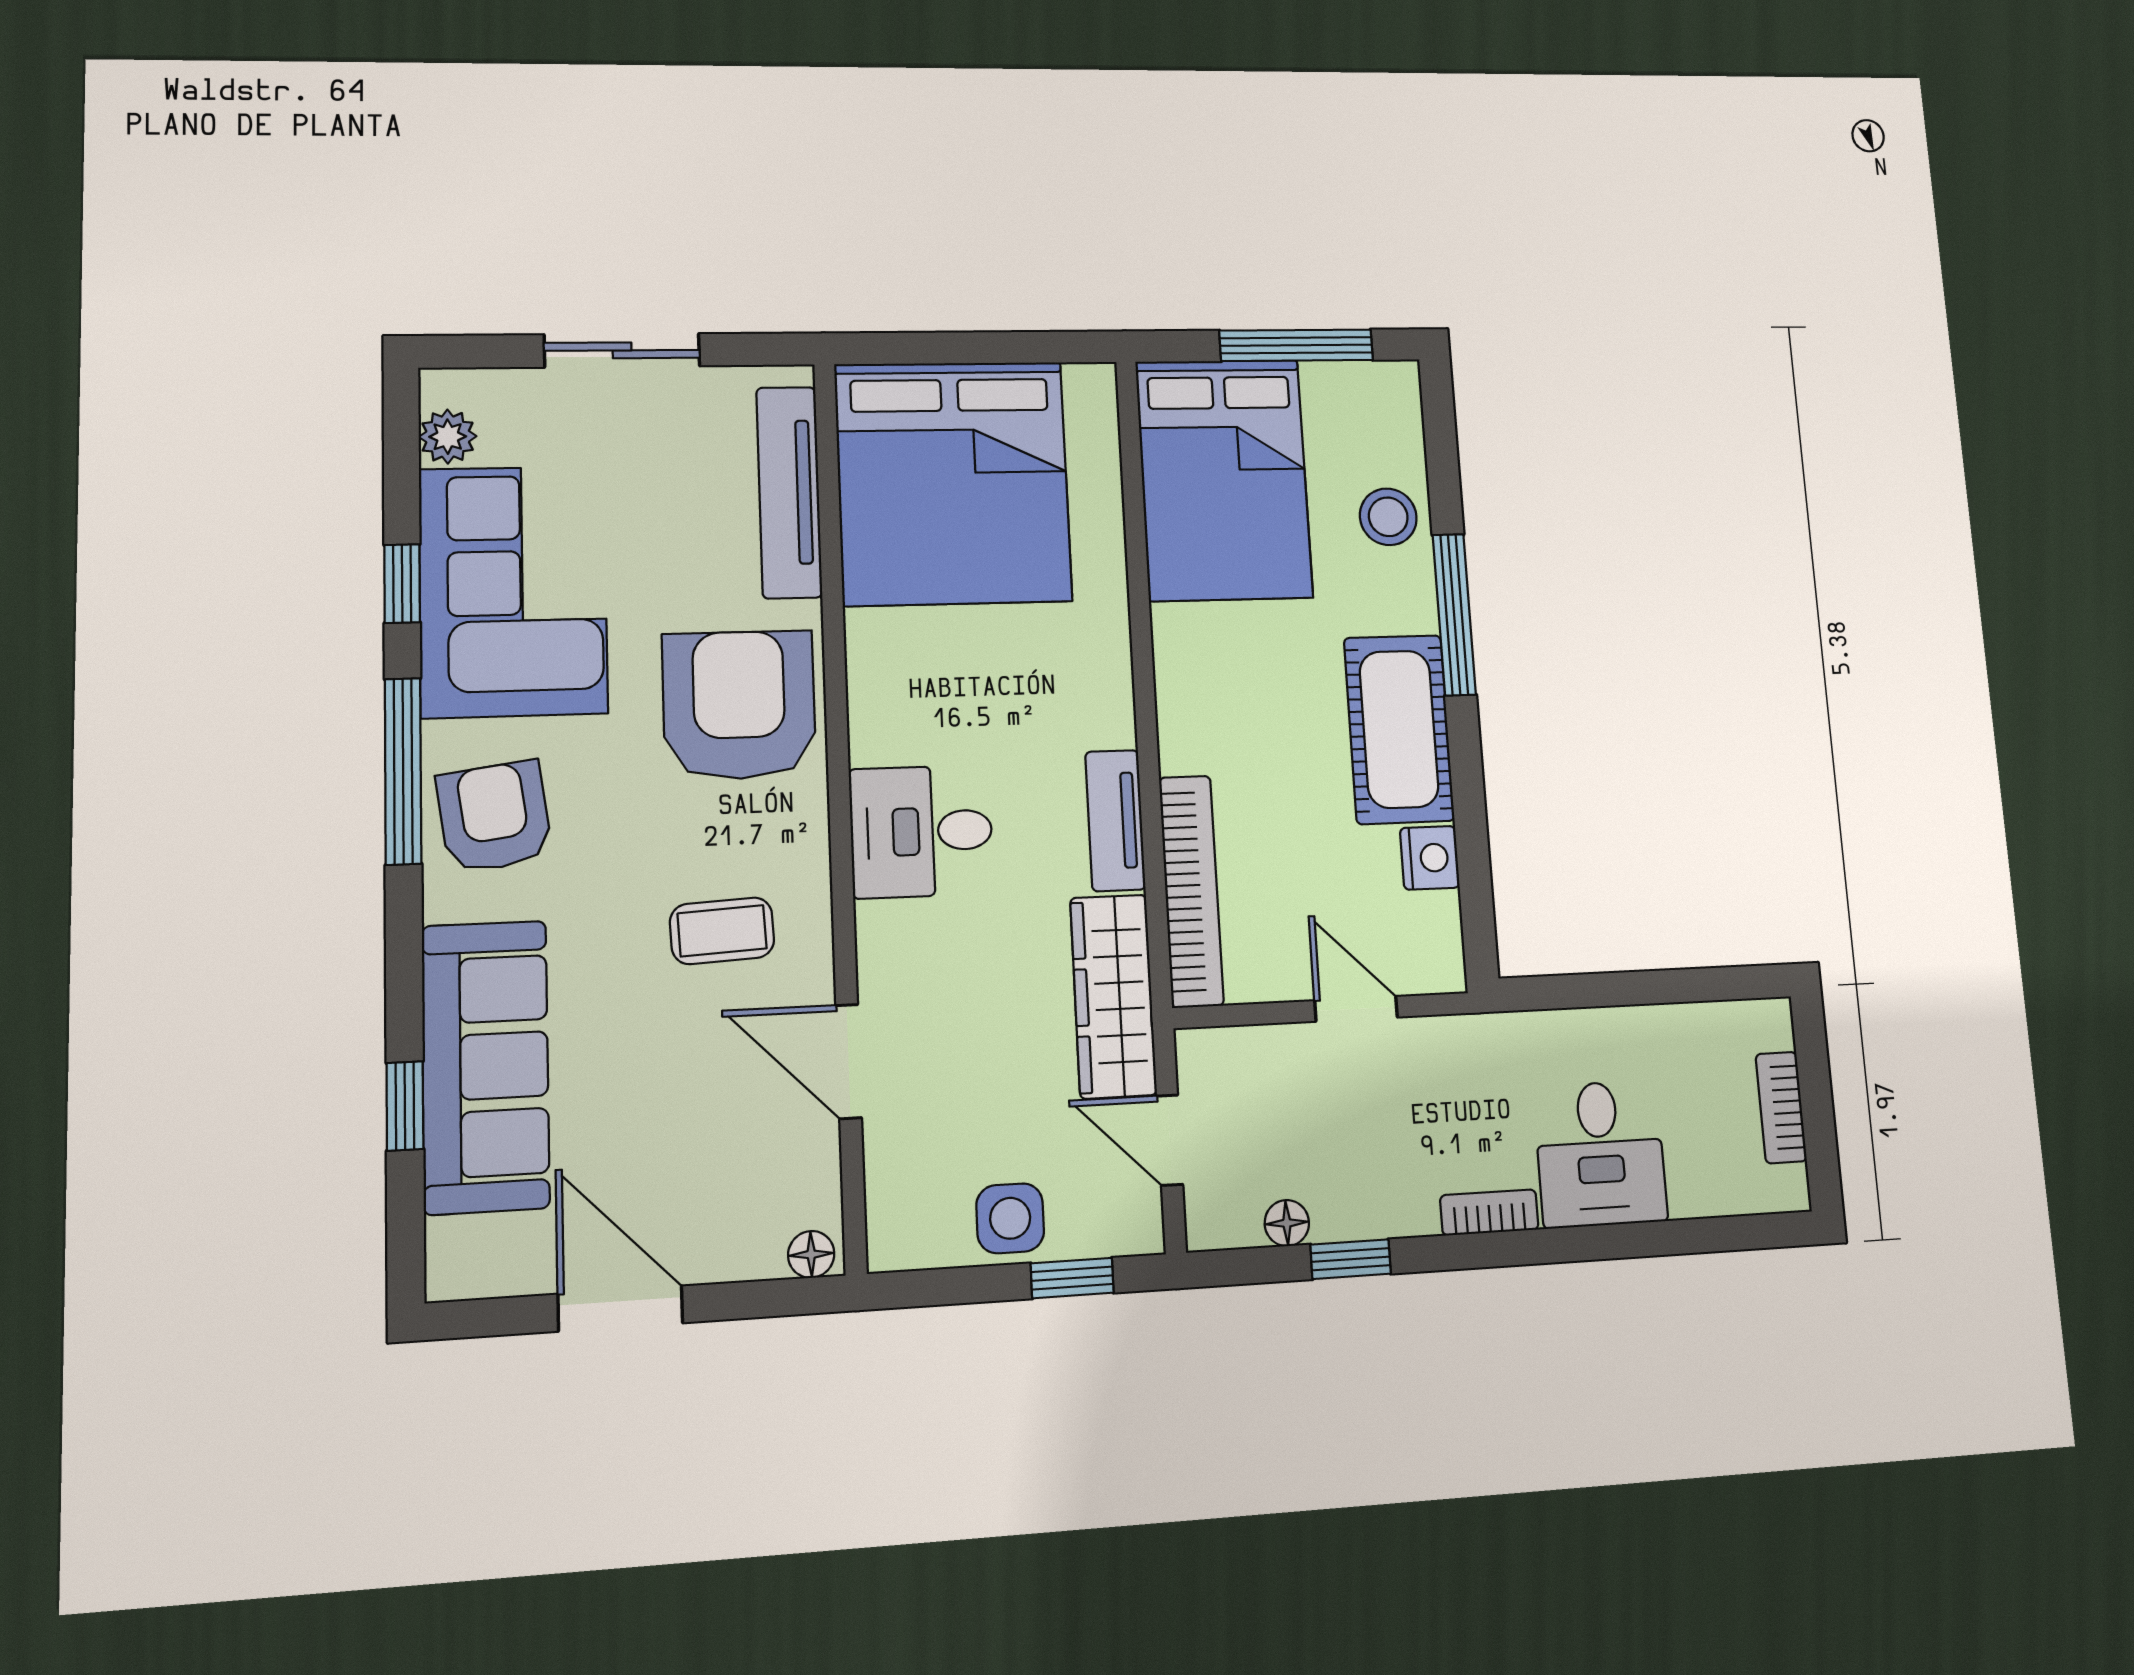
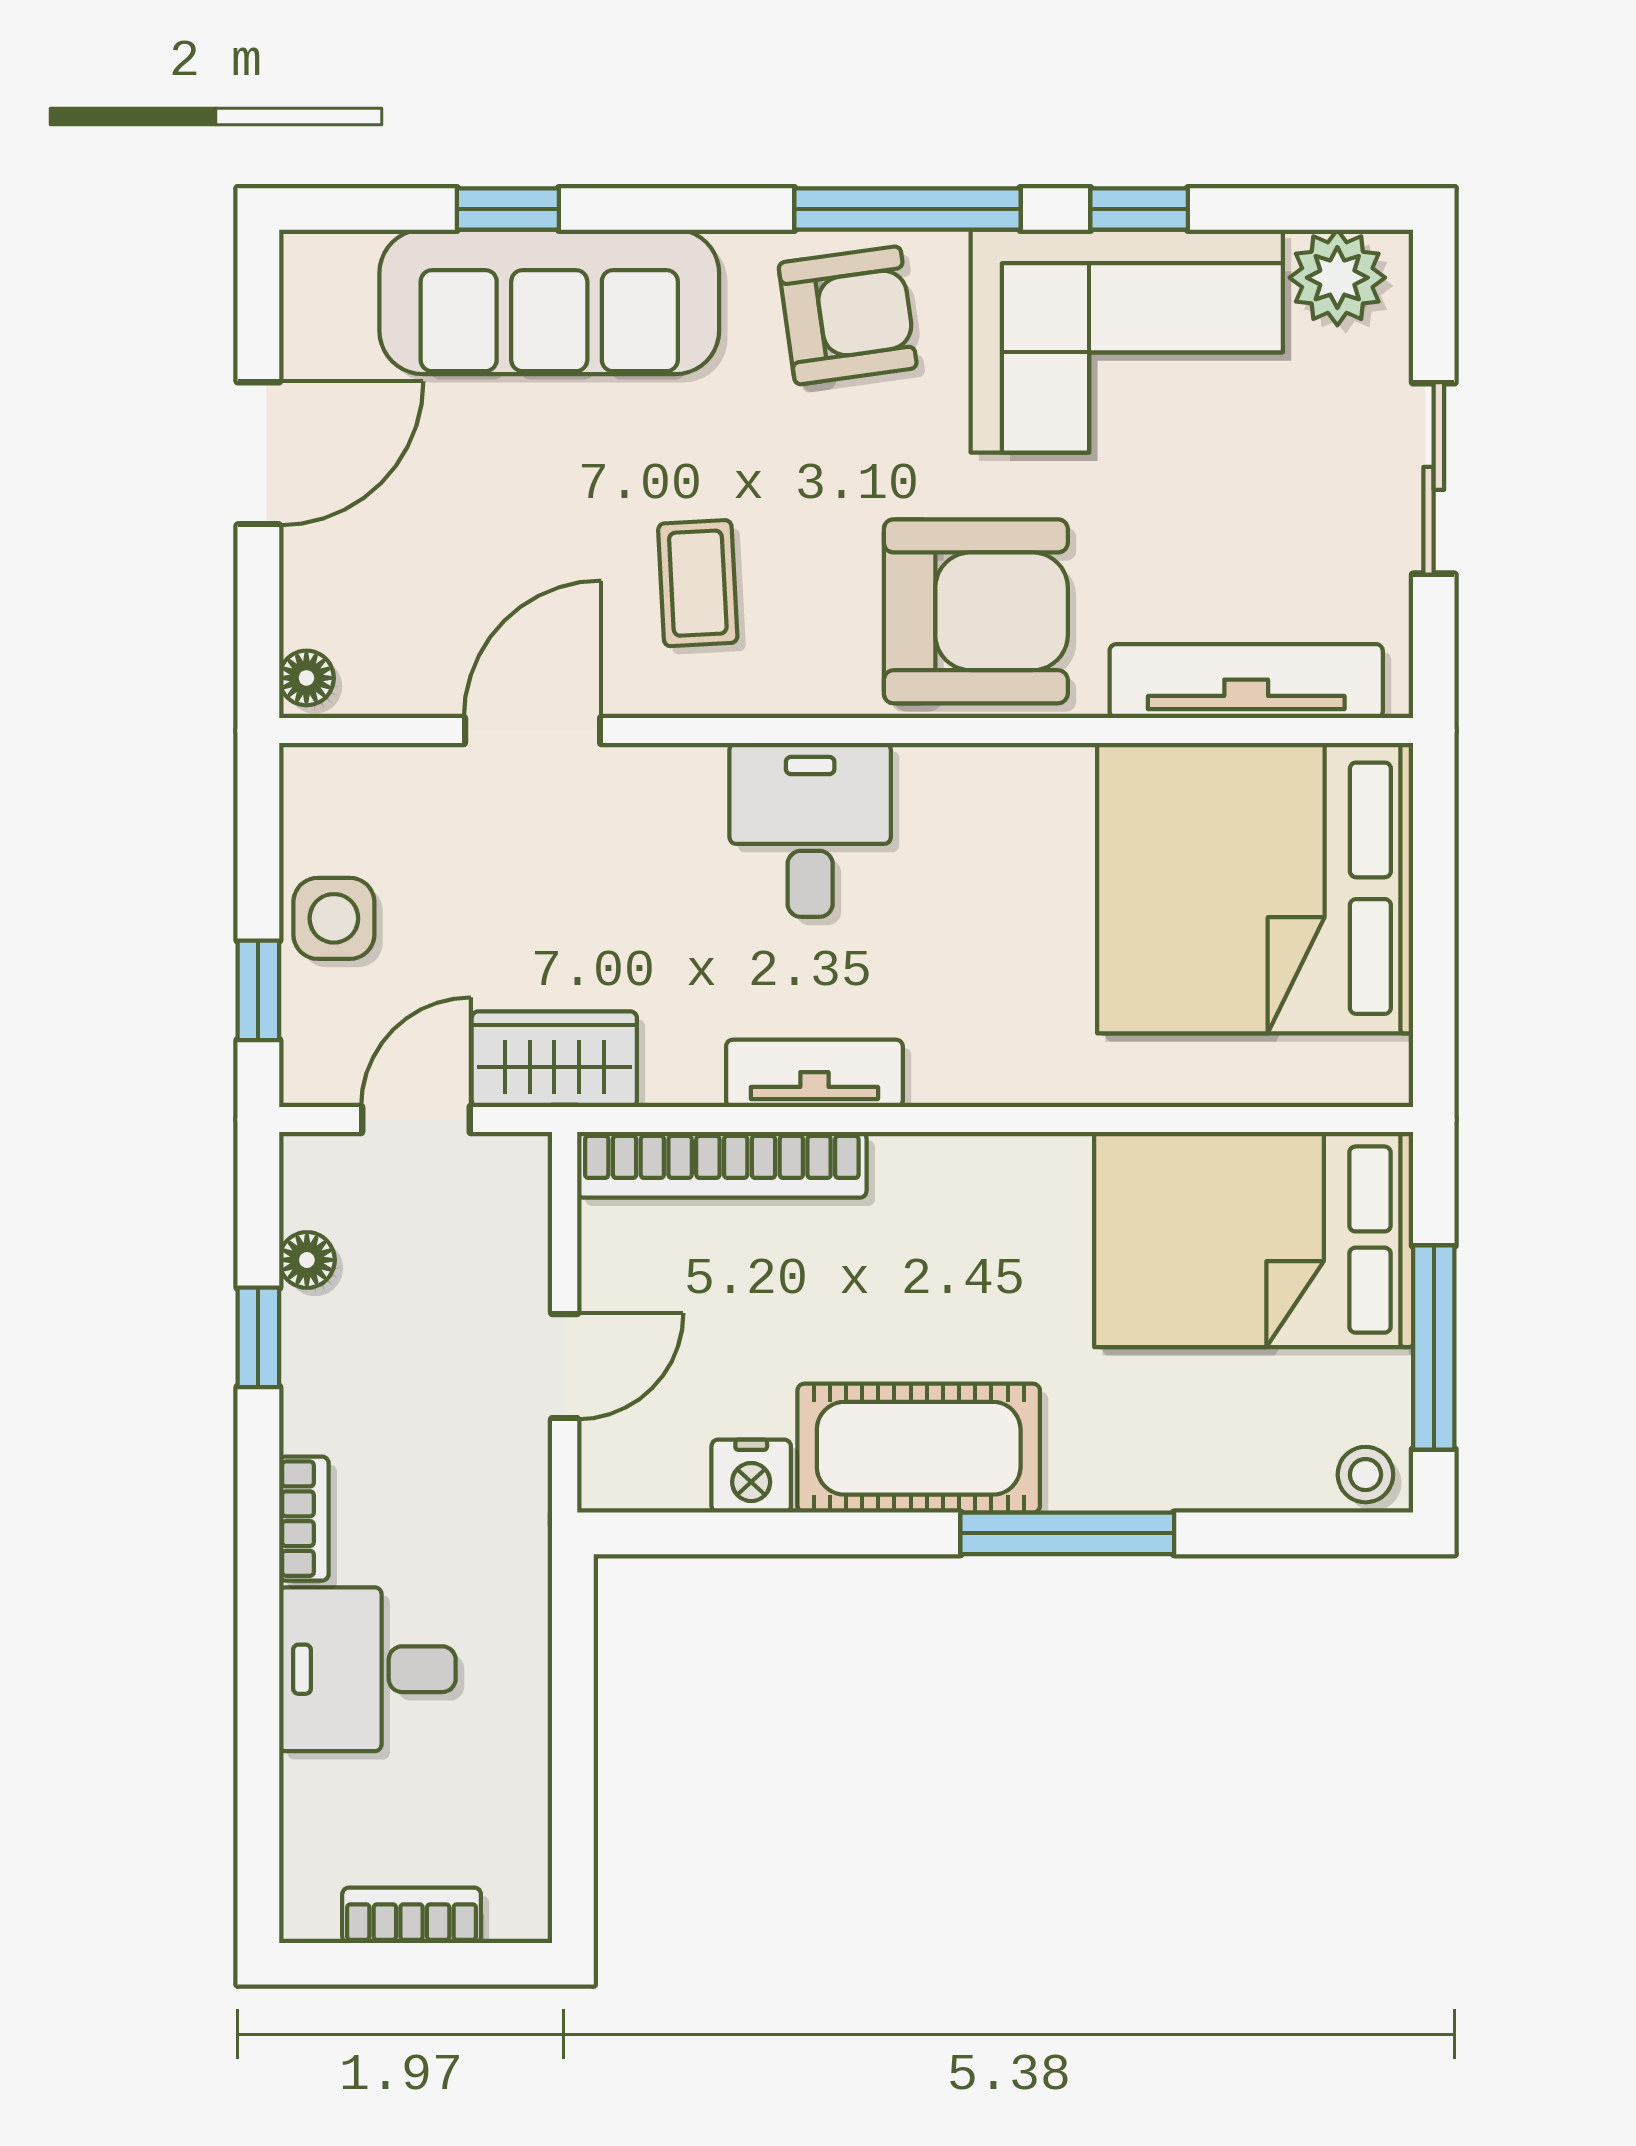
plant: (448, 437) -> (1337, 278), width x1.38, depth x1.38
stool: (1388, 517) -> (1365, 1475), moved, width x0.73, depth x0.73
wardrobe: (1113, 996) -> (554, 1059), width x0.67

